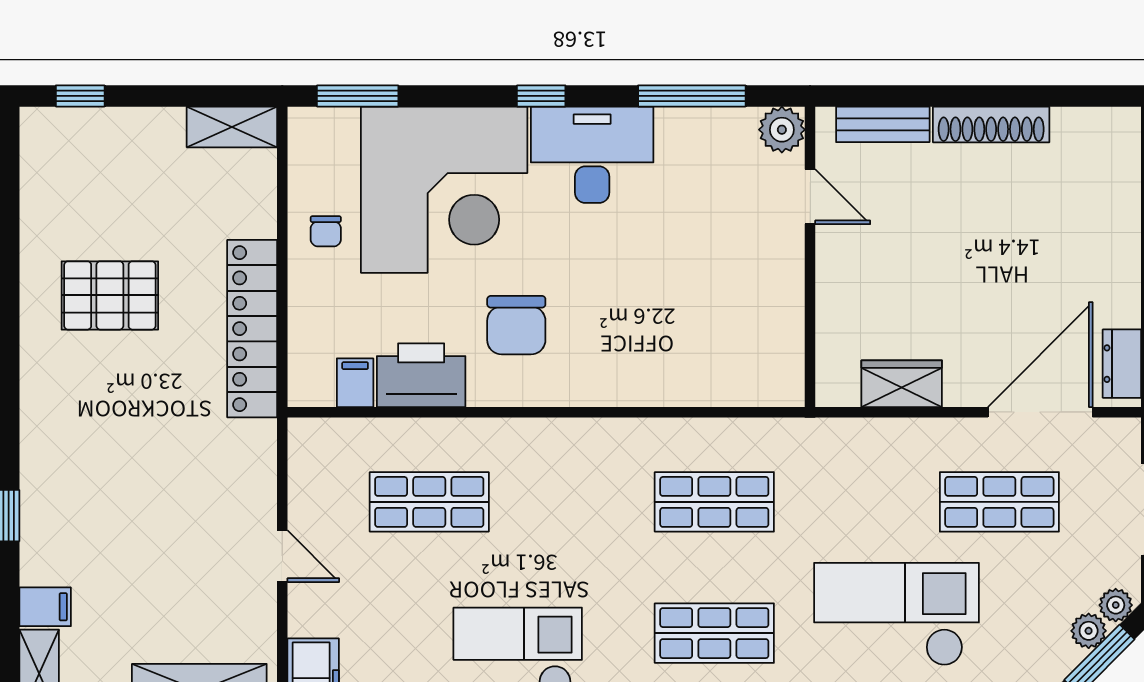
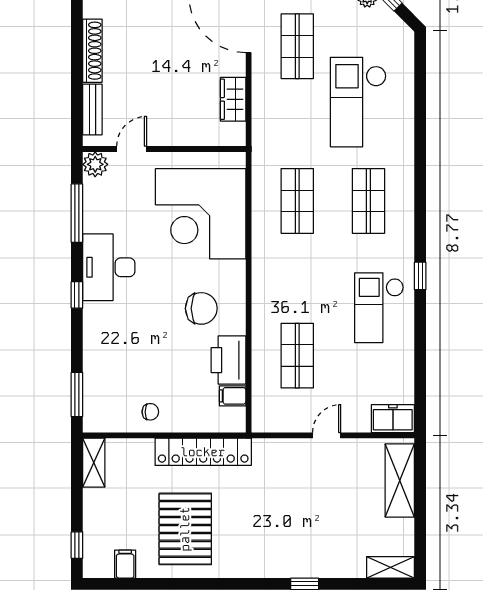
corner desk: (444, 190) -> (201, 214), moved, turned 180
pallet: (110, 295) -> (185, 529), width x1.37, depth x1.41
filing cabinet: (45, 607) -> (125, 564), moved

